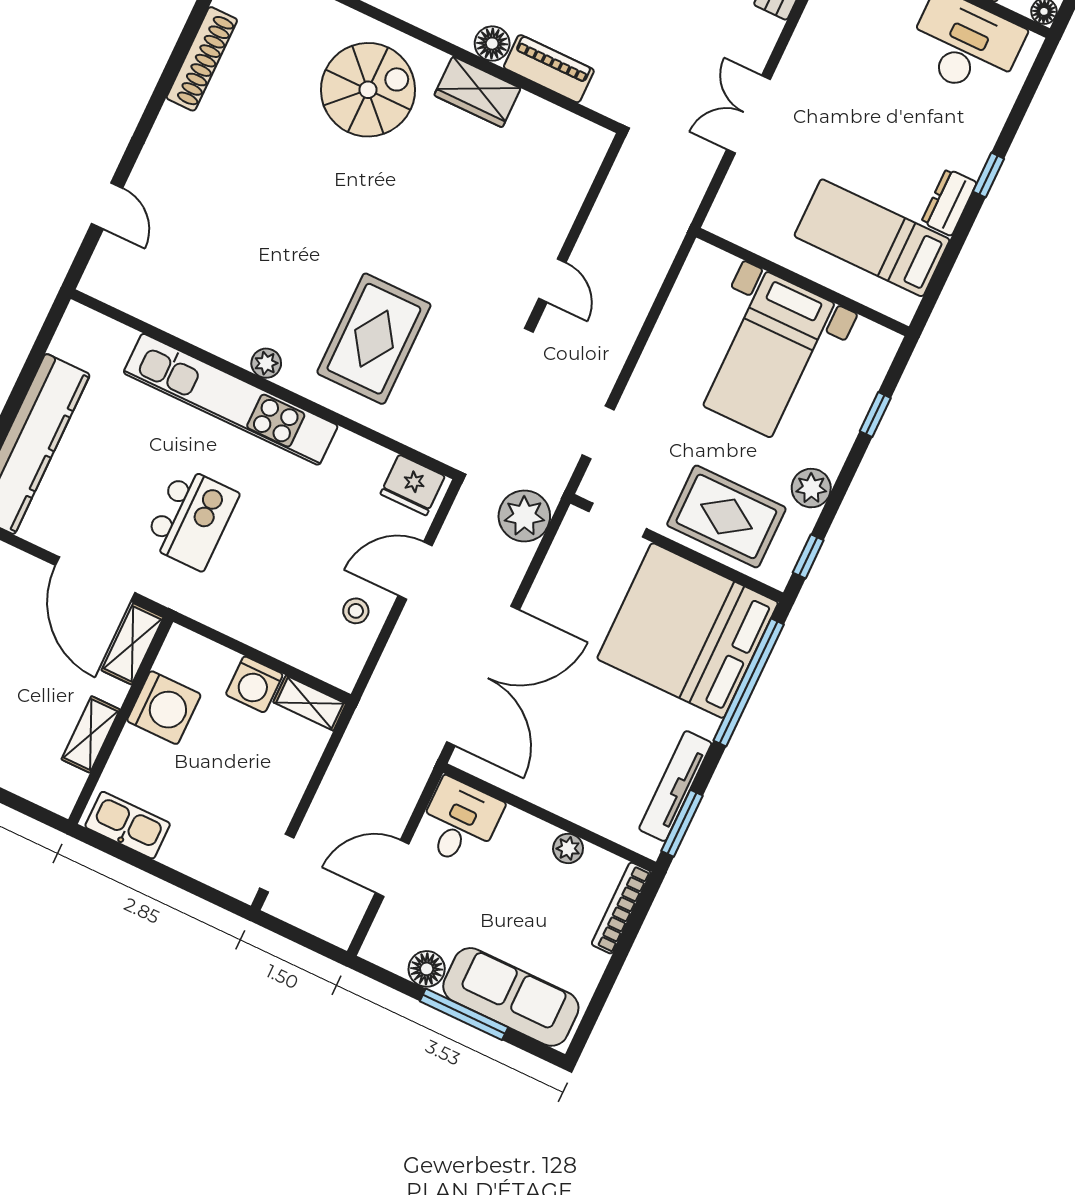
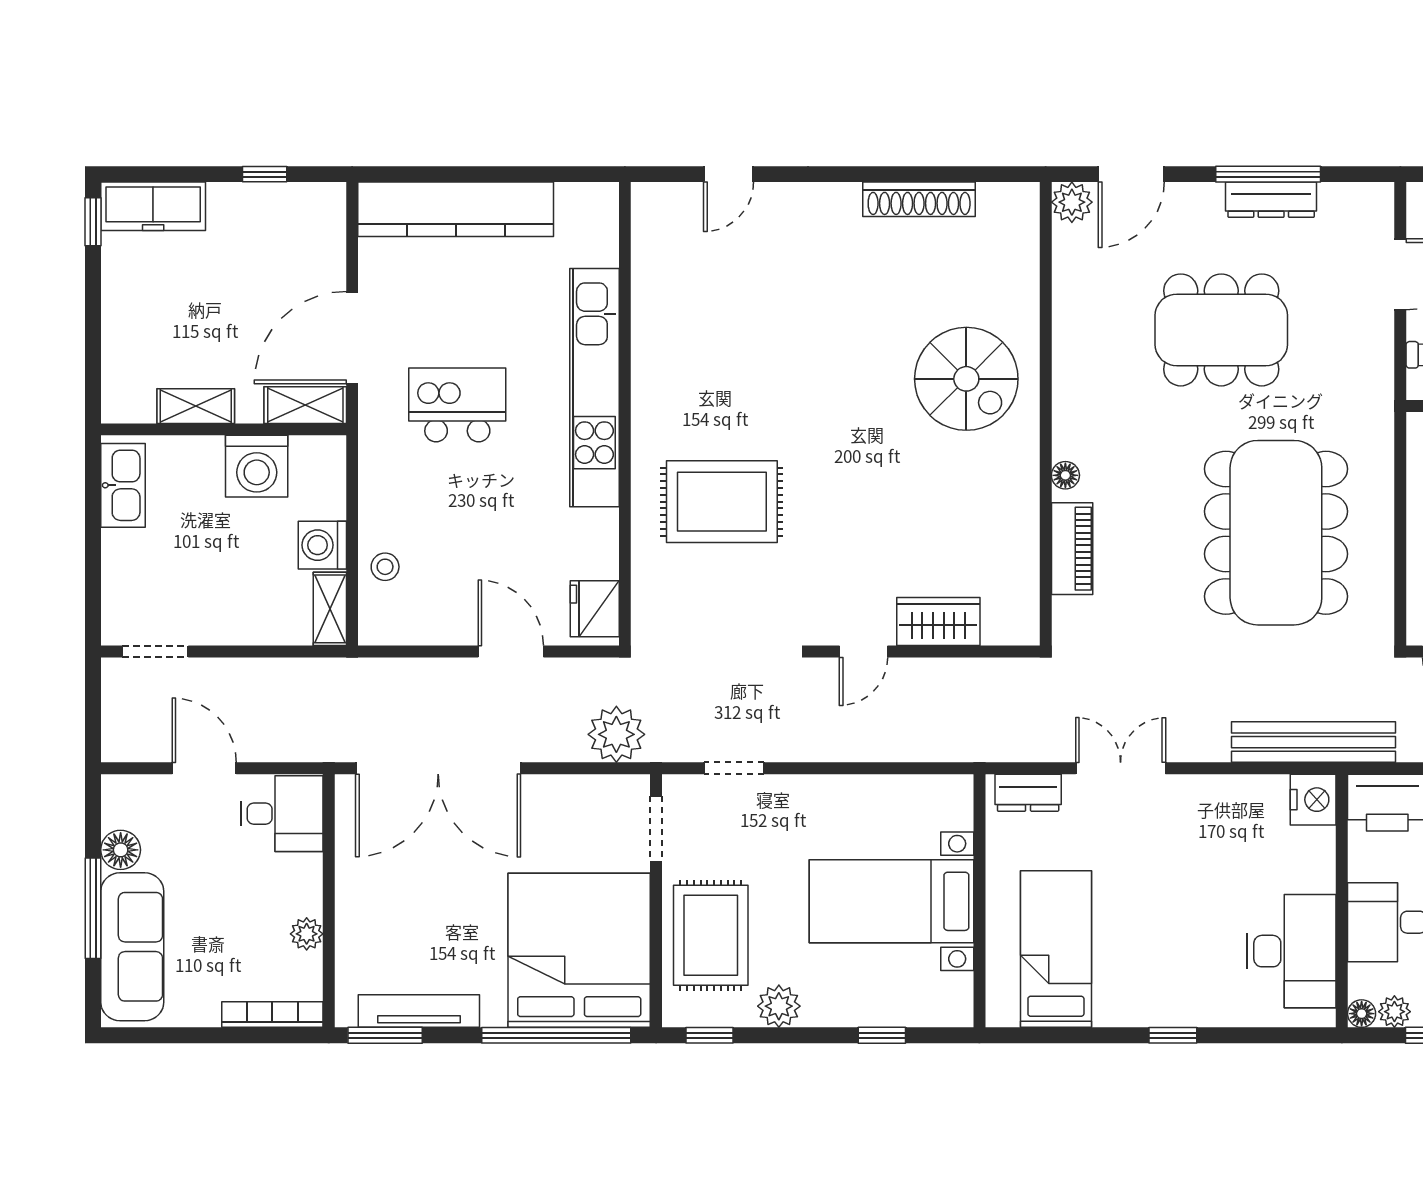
floor lamp: (492, 44) -> (1065, 475), width x0.73, depth x0.73
wardrobe: (477, 92) -> (938, 621), moved, turned 90
dresser: (949, 202) -> (1028, 793), moved, turned 180
plant: (266, 363) -> (647, 406), removed
kitchen island: (191, 519) -> (457, 405), turned 180
stool: (356, 611) -> (385, 567), moved

